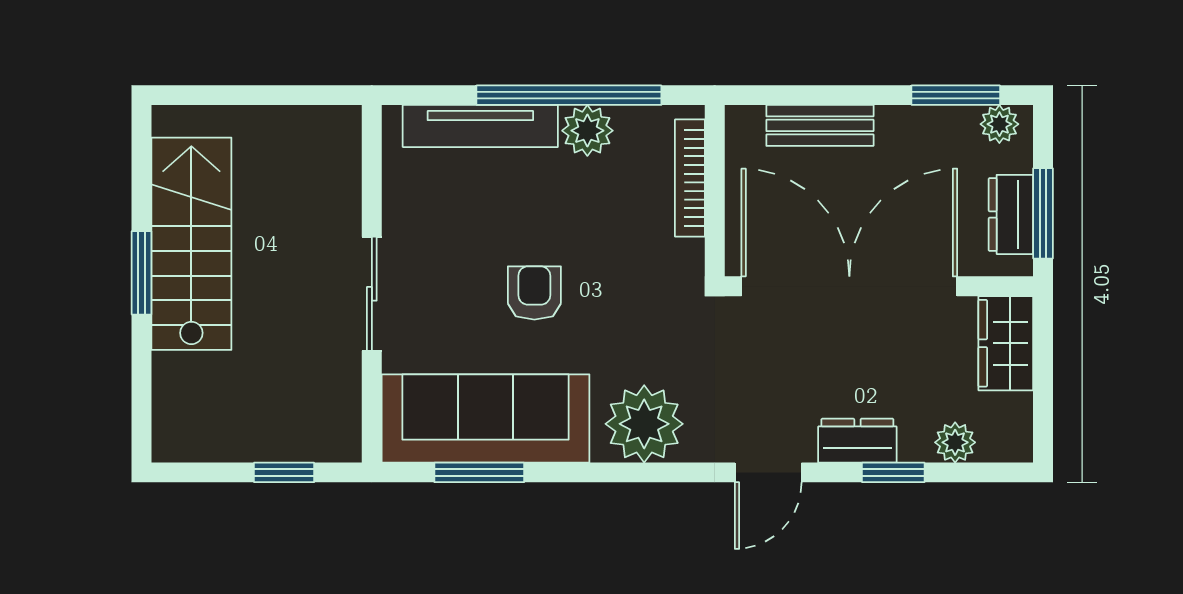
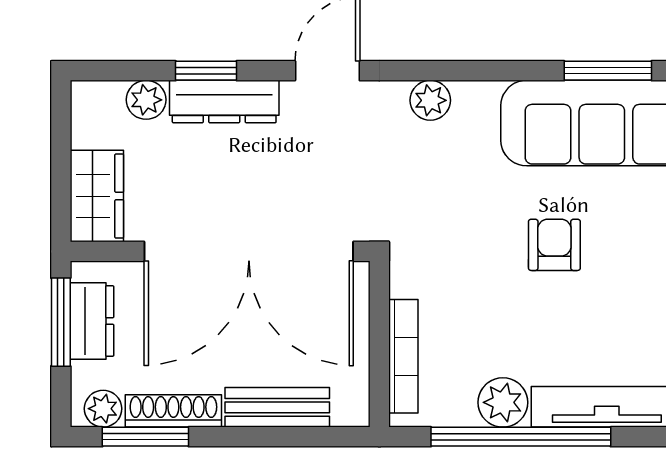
shoe rack: (927, 122) -> (173, 411), added
armchair: (534, 293) -> (554, 245), turned 180
plant: (644, 424) -> (430, 100), width x0.53, depth x0.53
dresser: (857, 441) -> (224, 102), width x1.44

